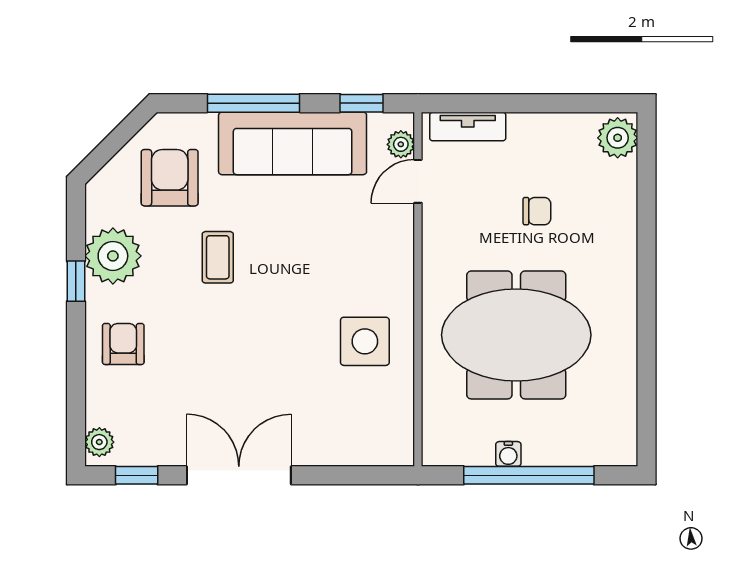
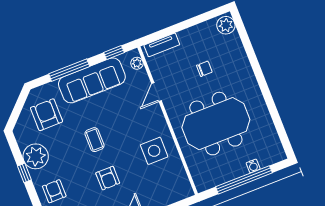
door: (418, 181) -> (157, 92), moved
coffee table: (218, 257) -> (94, 140), moved
armchair: (246, 360) -> (108, 178), added
water cooler: (508, 454) -> (253, 166), moved

